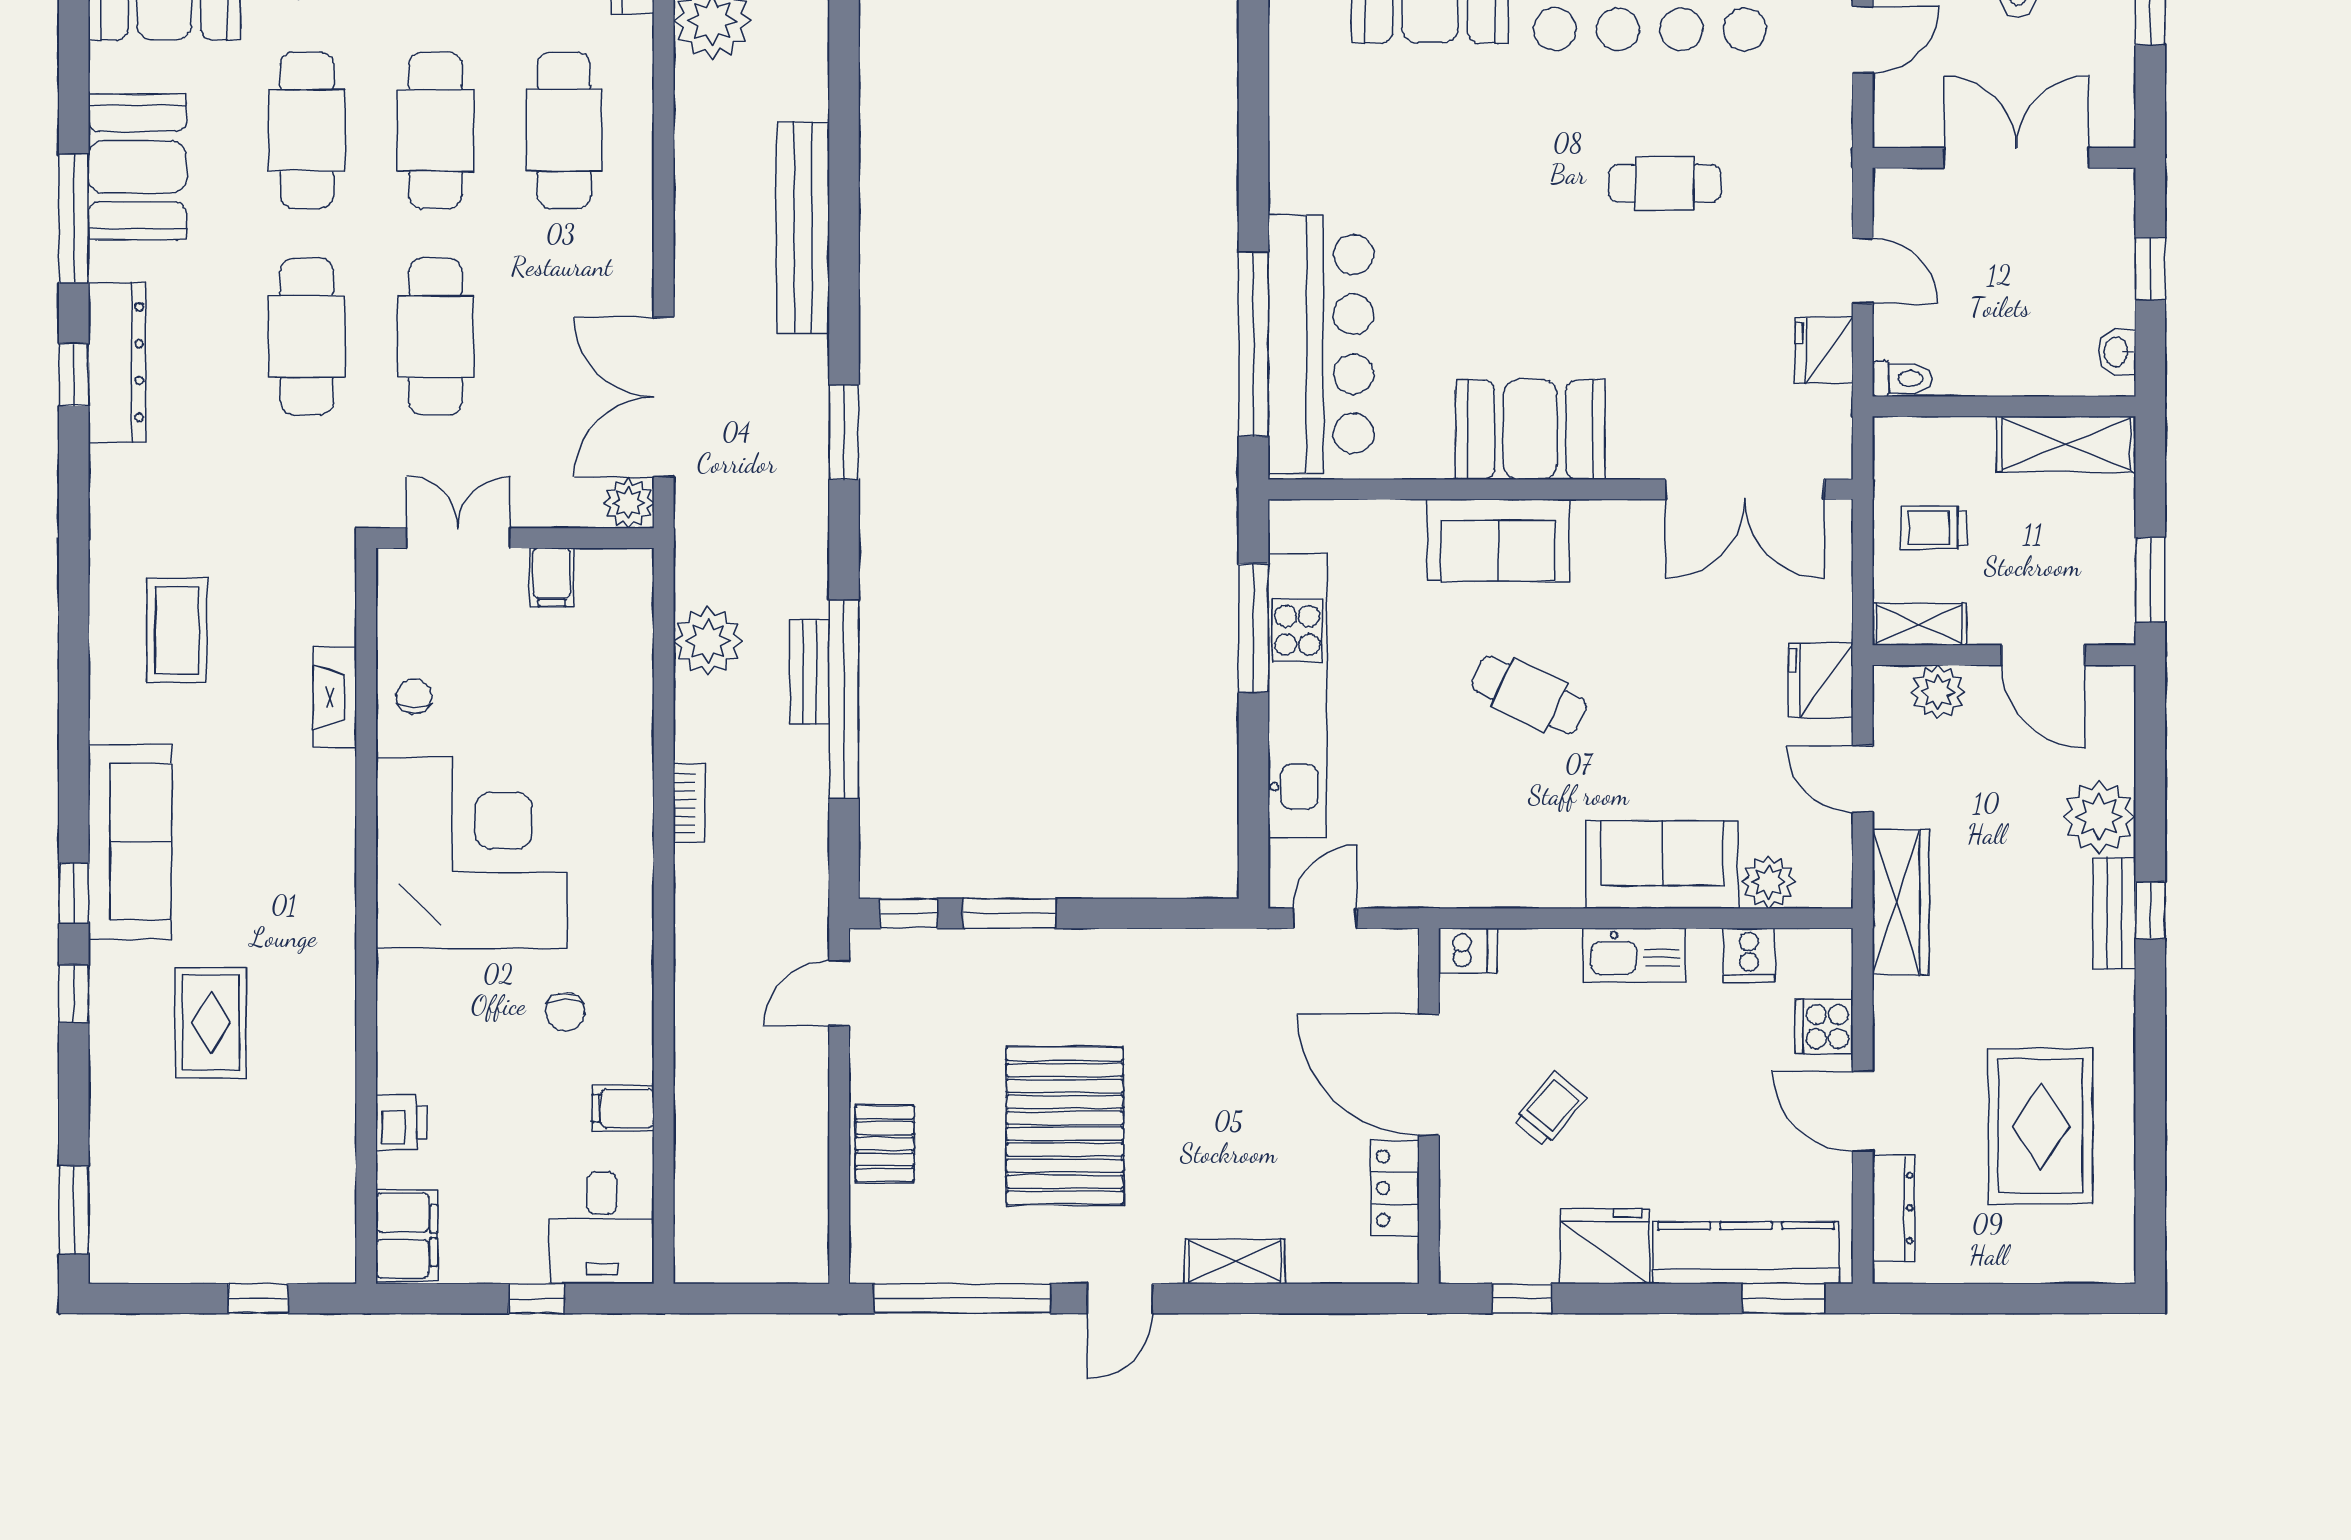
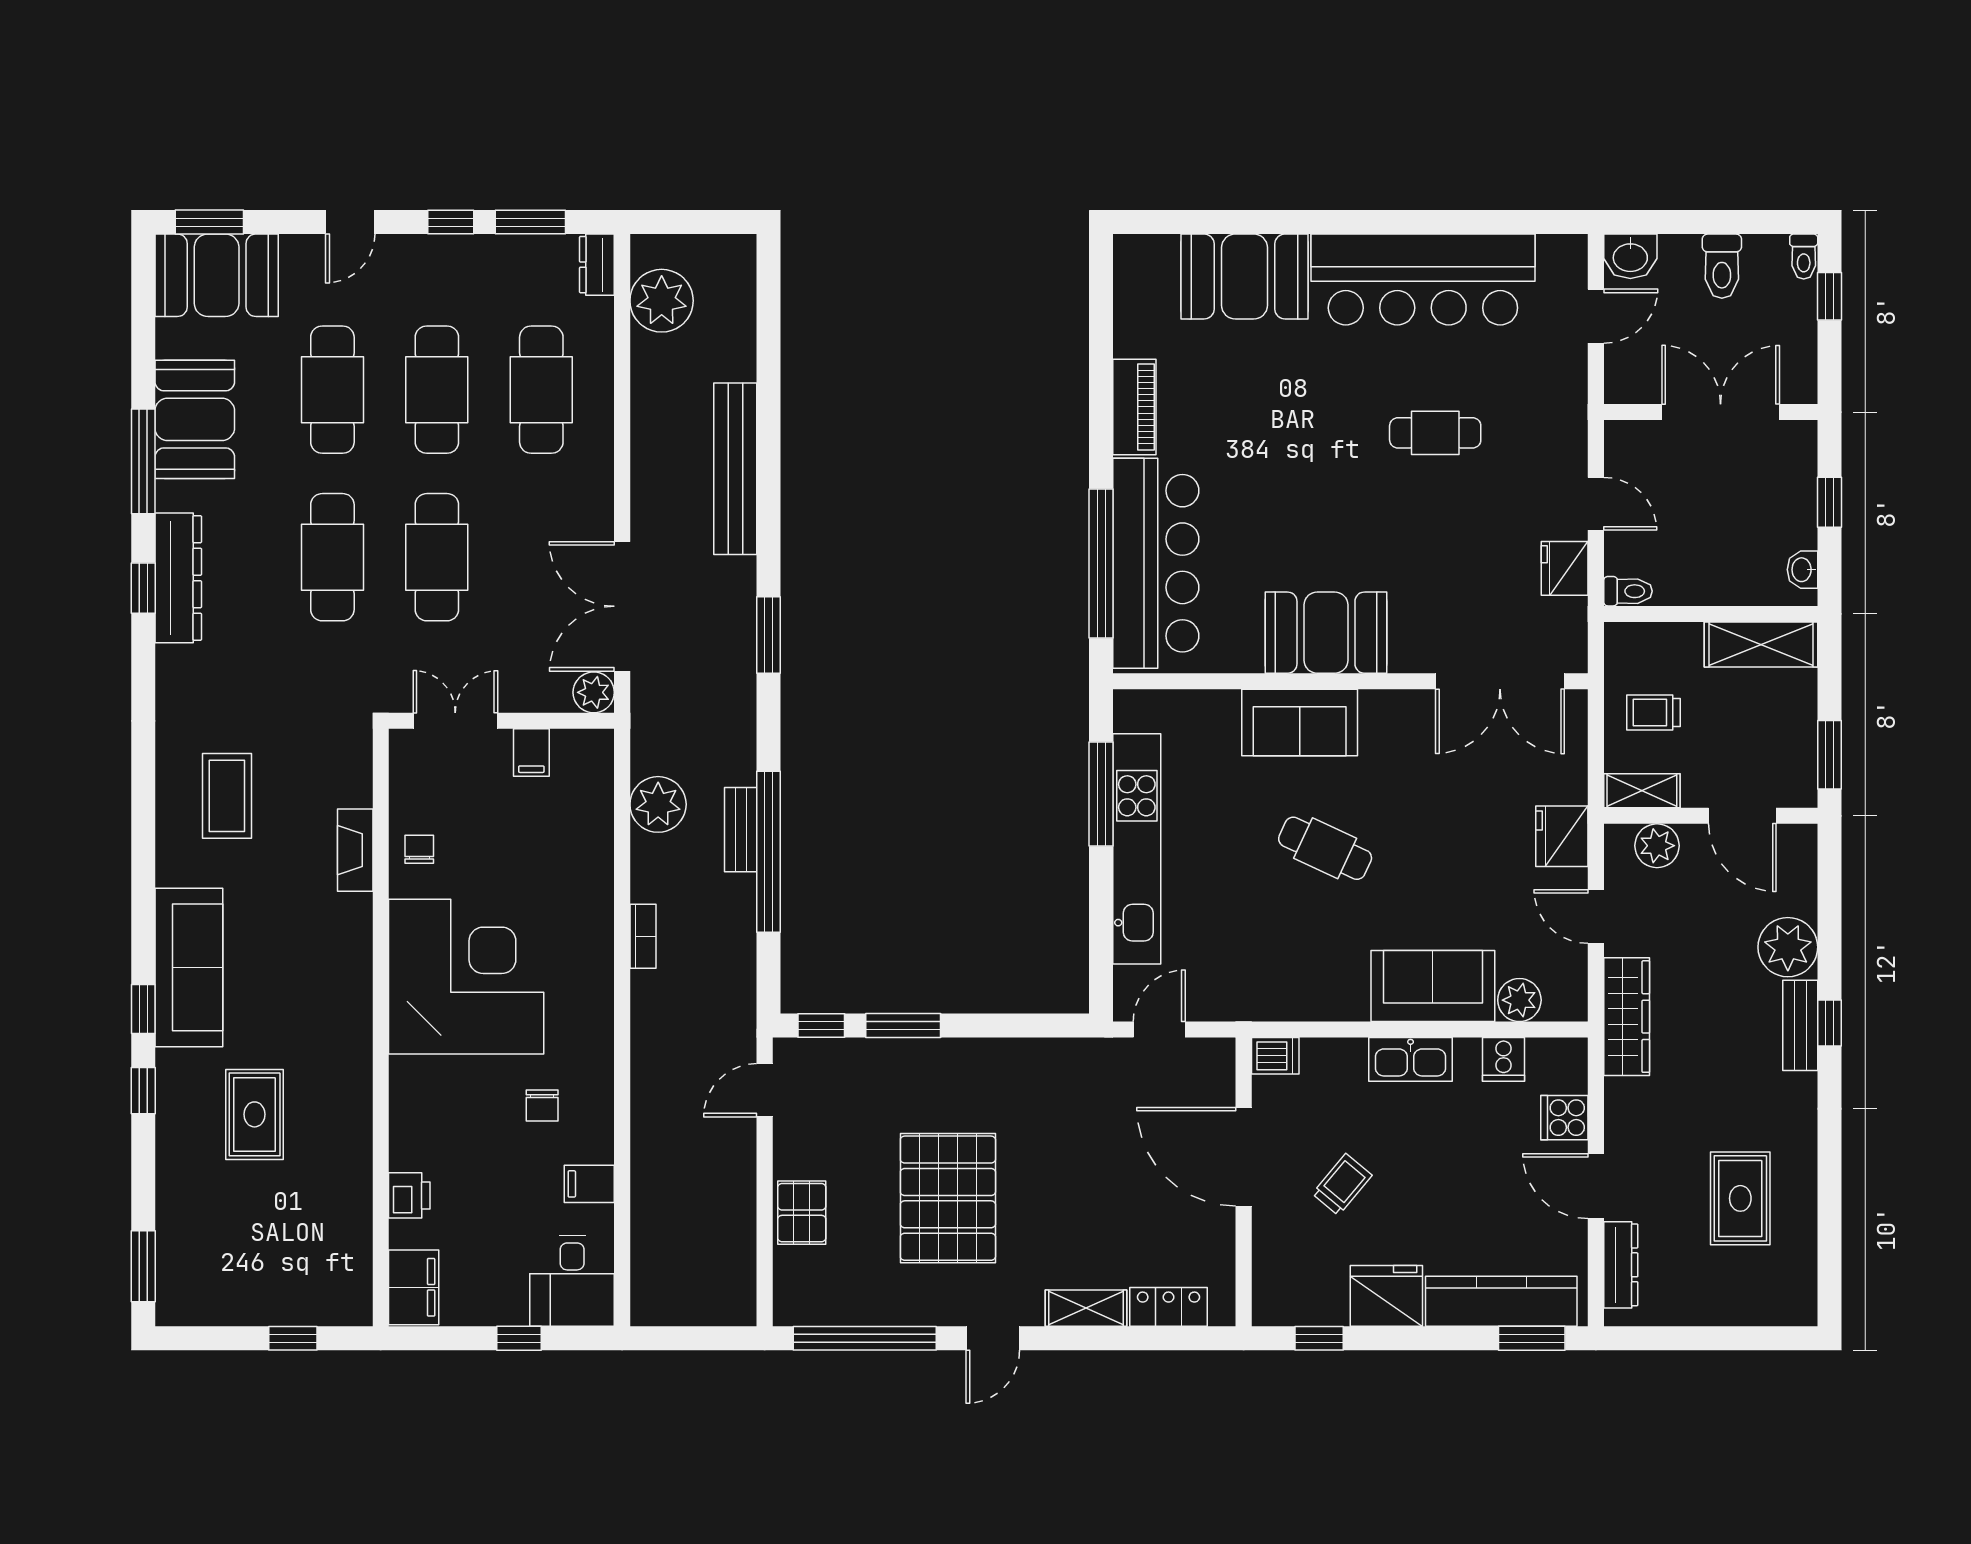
piano: (1294, 152) -> (1134, 407), added
rug: (2041, 1126) -> (1740, 1198), width x0.73, depth x0.70
locker: (1395, 1188) -> (1169, 1307), moved, turned 90

